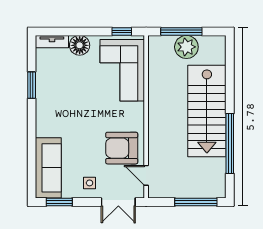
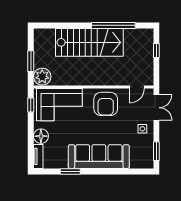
window: (181, 31) -> (31, 61), width x0.69
plant: (186, 47) -> (42, 77), moved
armchair: (122, 148) -> (106, 104), moved
sofa: (48, 168) -> (99, 157), moved, width x1.36, depth x1.27
window: (196, 202) -> (156, 50), width x0.46

